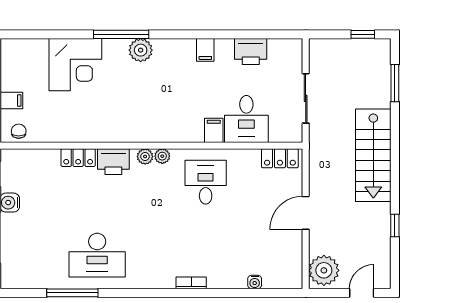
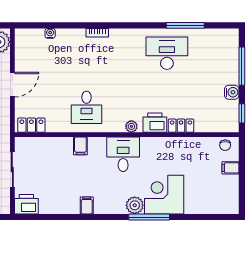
printer: (251, 52) -> (26, 204), moved
corner desk: (75, 65) -> (164, 195), moved
desk: (246, 119) -> (123, 154), moved
plant: (162, 156) -> (119, 127), removed

